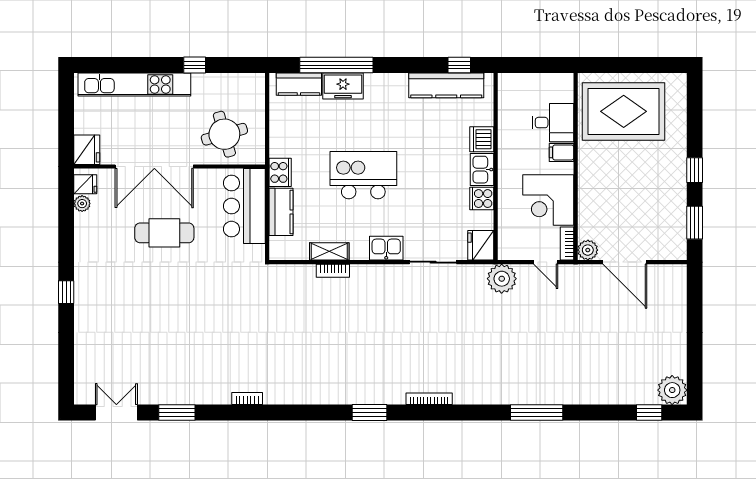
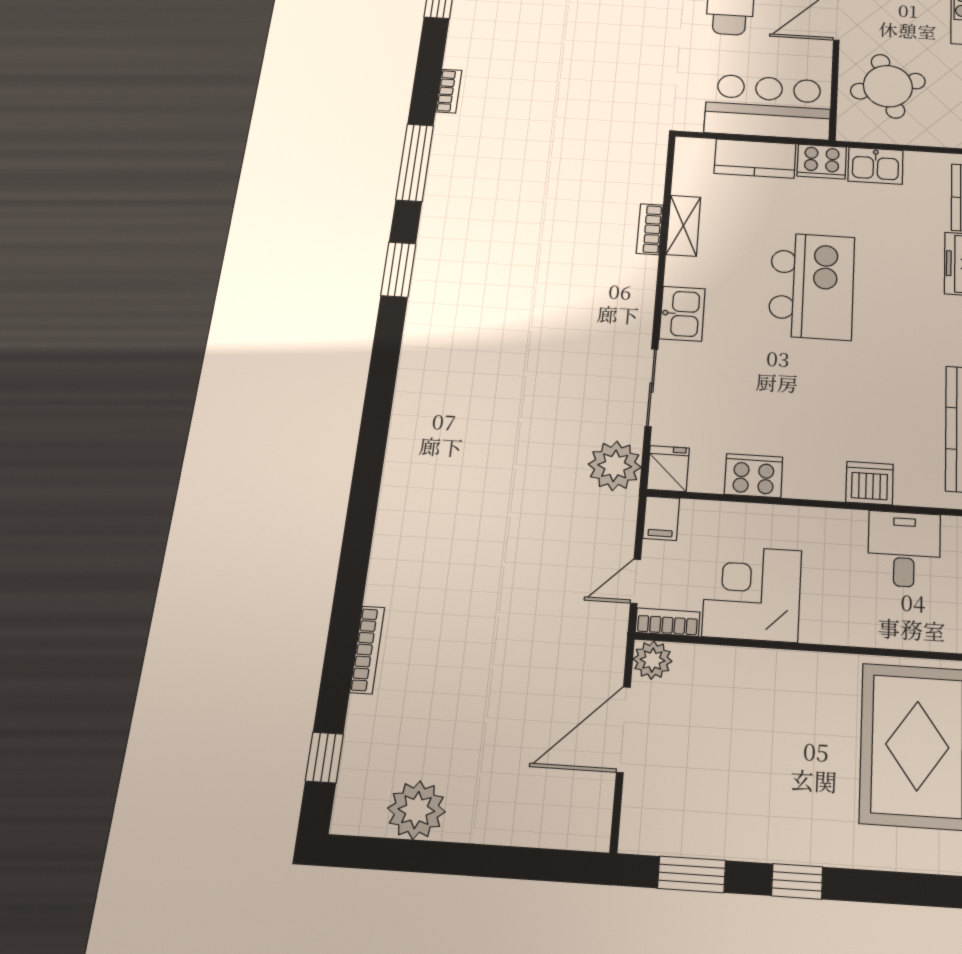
desk: (553, 123) -> (904, 549), moved, turned 180
filing cabinet: (562, 152) -> (661, 518), moved, turned 180
kitchen sink: (482, 170) -> (875, 166), moved, turned 180
cooker: (482, 199) -> (754, 476), width x1.36
fridge: (481, 245) -> (668, 469), width x0.72
plant: (502, 279) -> (615, 466), moved
plant: (672, 390) -> (416, 810), moved
bookcase: (429, 399) -> (367, 650), moved
window: (537, 412) -> (415, 163), moved

